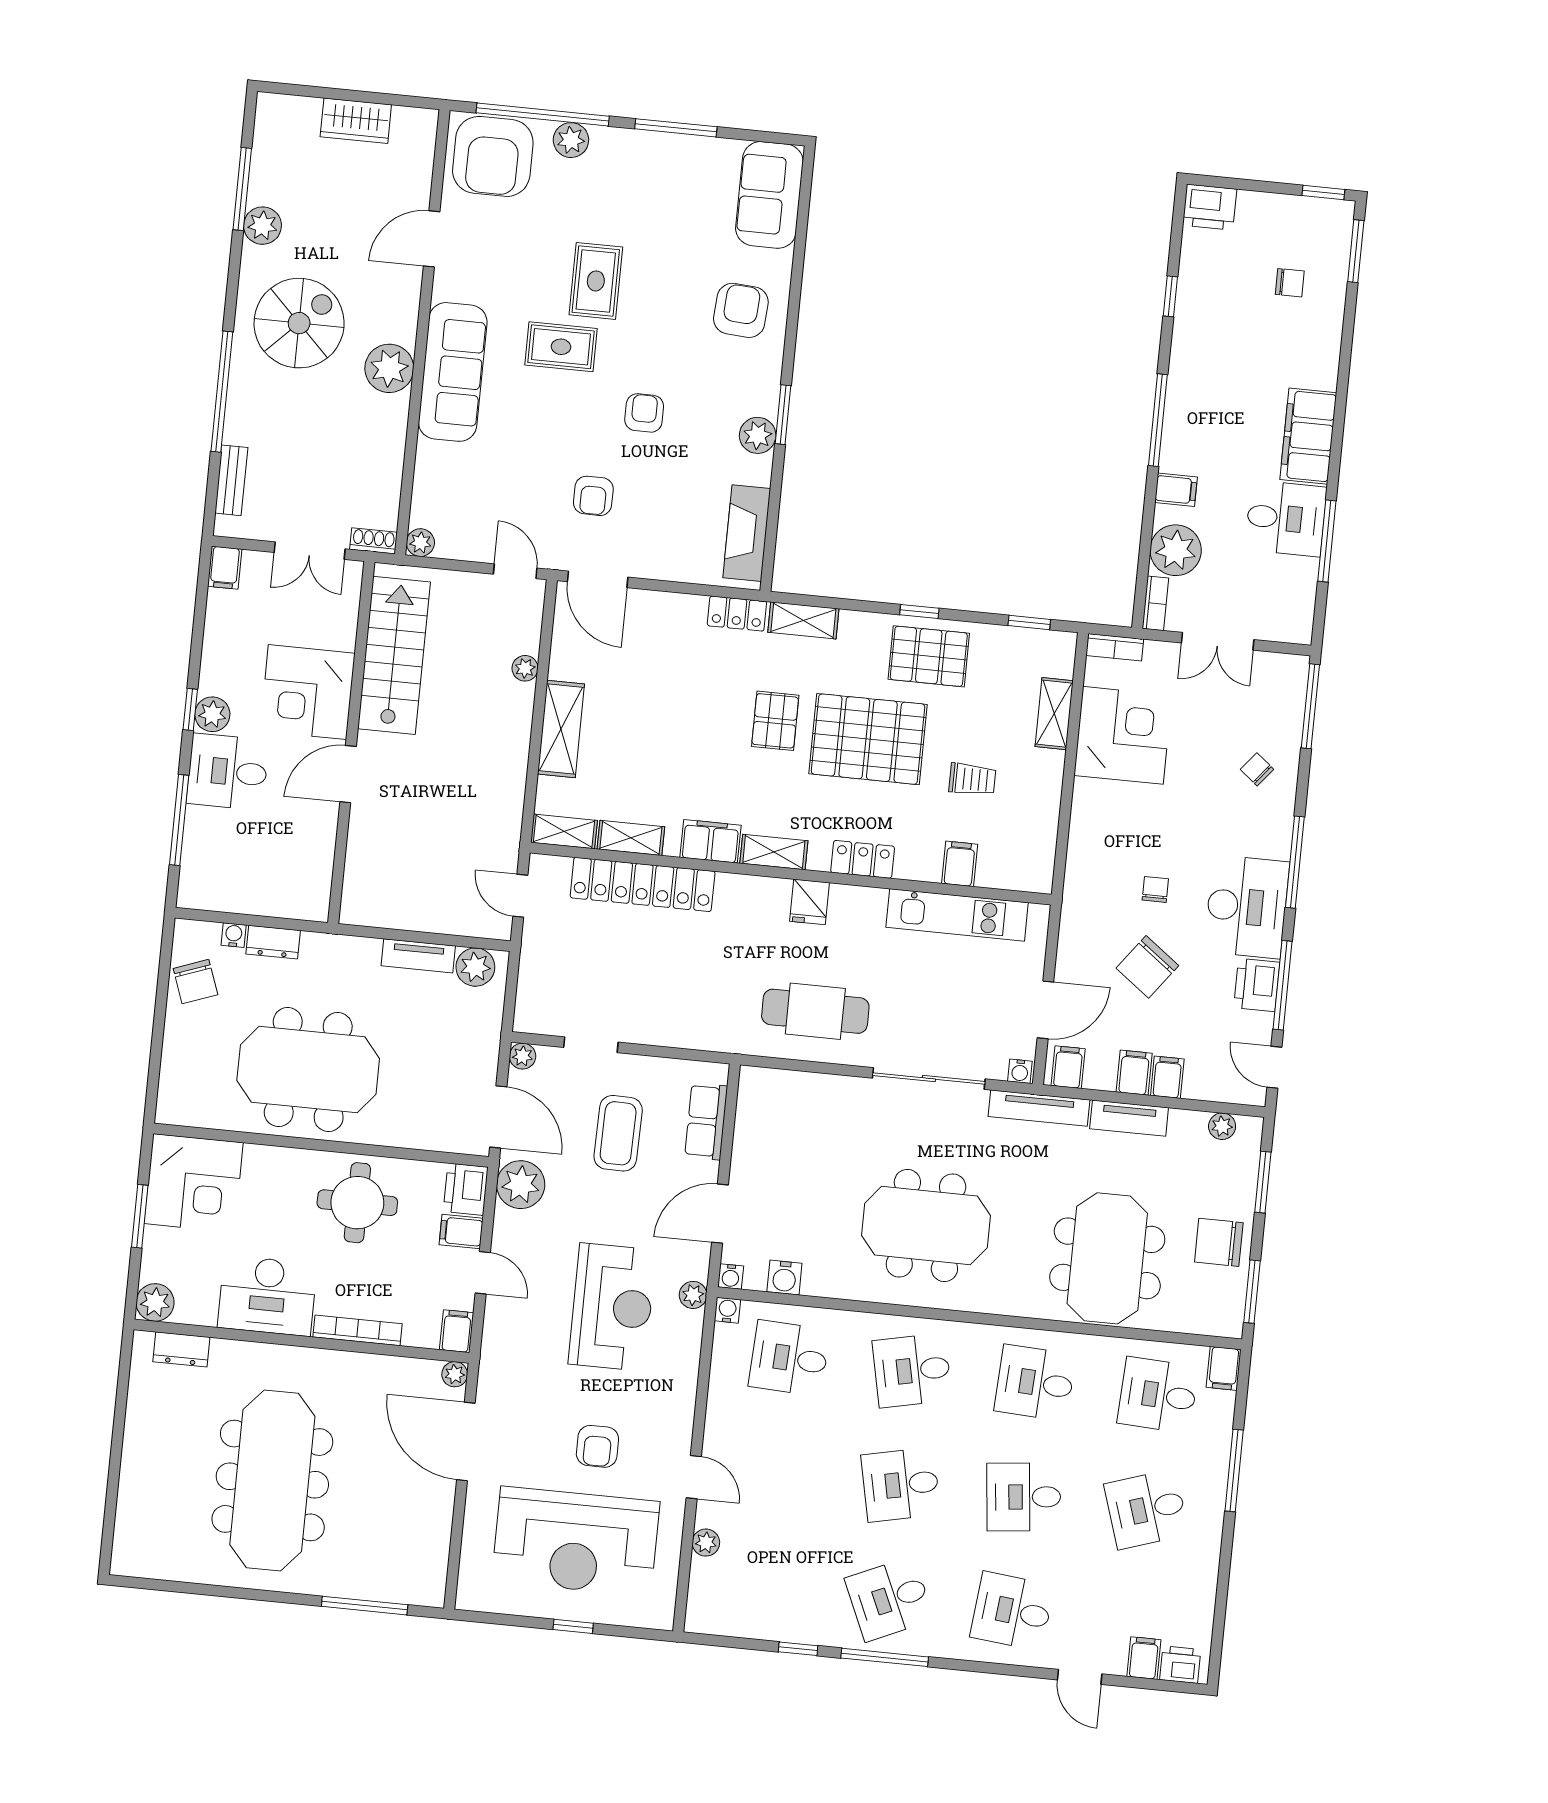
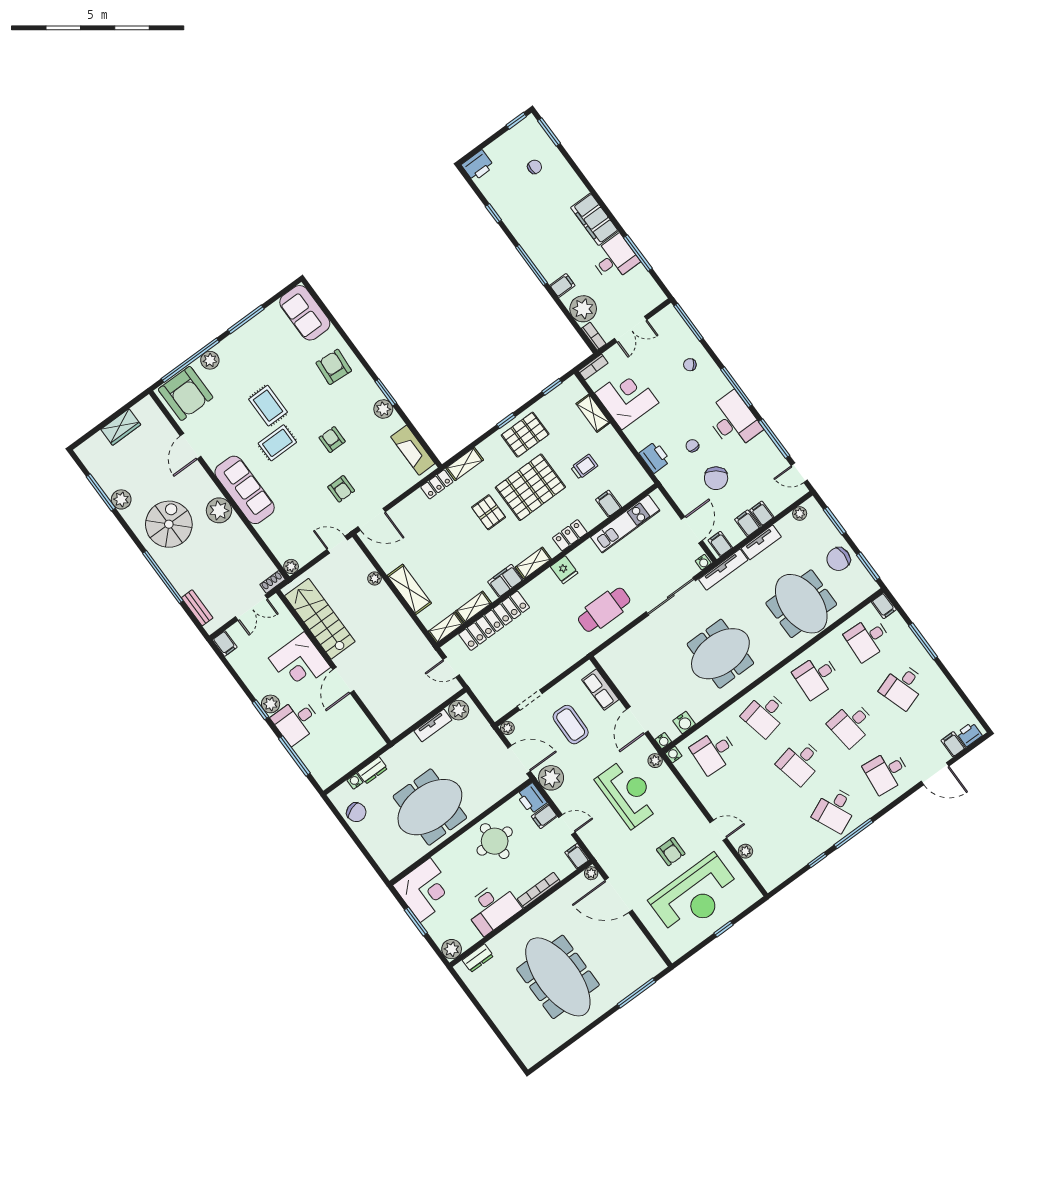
printer: (1257, 985) -> (655, 457), moved, turned 180
door: (1080, 1677) -> (935, 774), width x1.37

